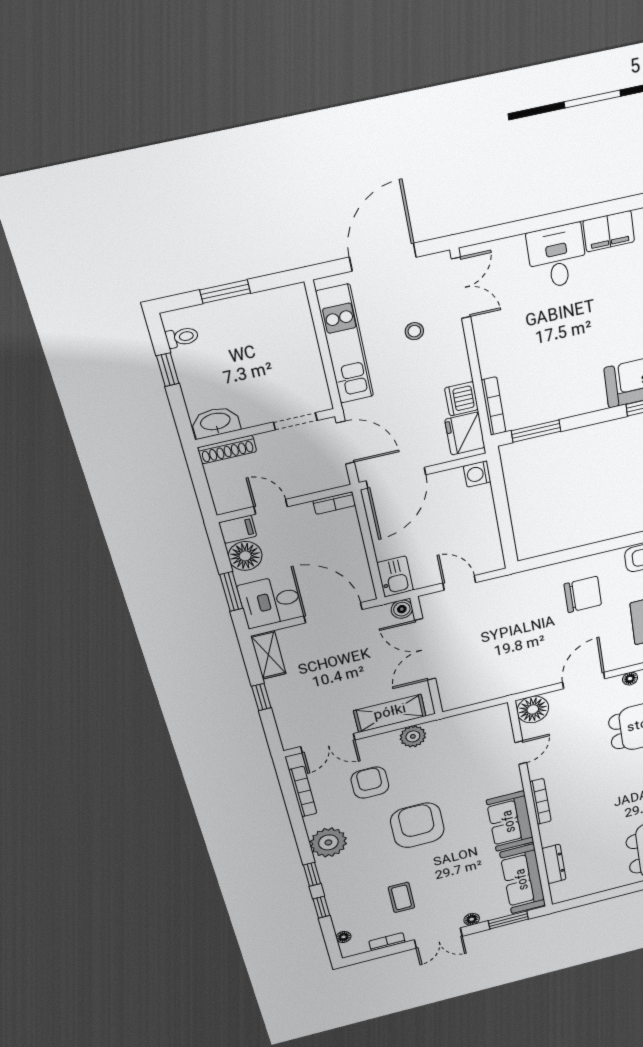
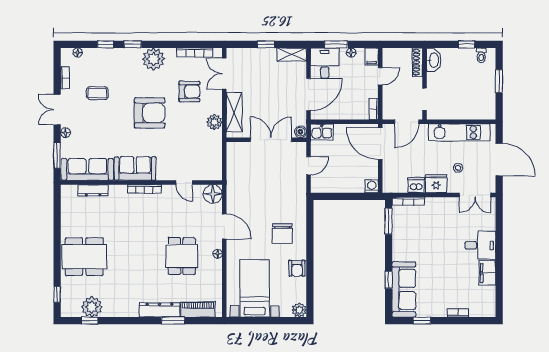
fridge: (465, 434) -> (436, 184), moved
floor lamp: (245, 556) -> (351, 52), width x0.53, depth x0.53

